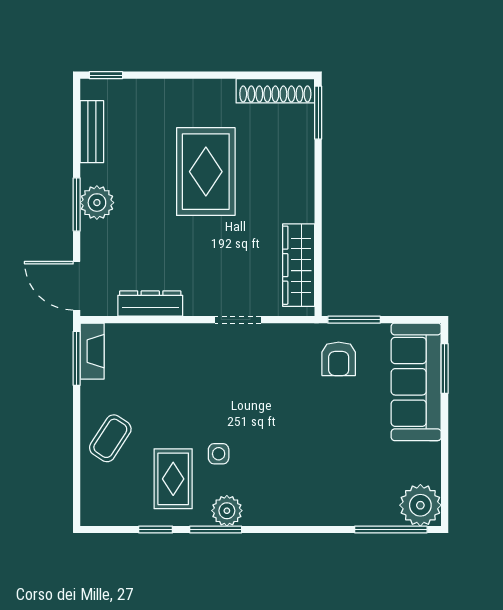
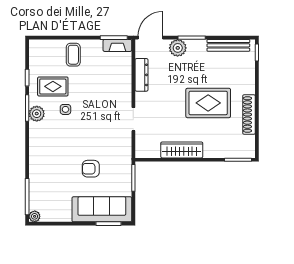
shoe rack: (275, 91) -> (249, 115), moved
bench: (92, 132) -> (228, 45), width x1.36
plant: (97, 203) -> (178, 48), moved
wardrobe: (299, 265) -> (182, 150), moved
armchair: (339, 359) -> (91, 169), moved
coffee table: (110, 438) -> (73, 55), turned 57
plant: (420, 505) -> (35, 216), width x0.53, depth x0.53

